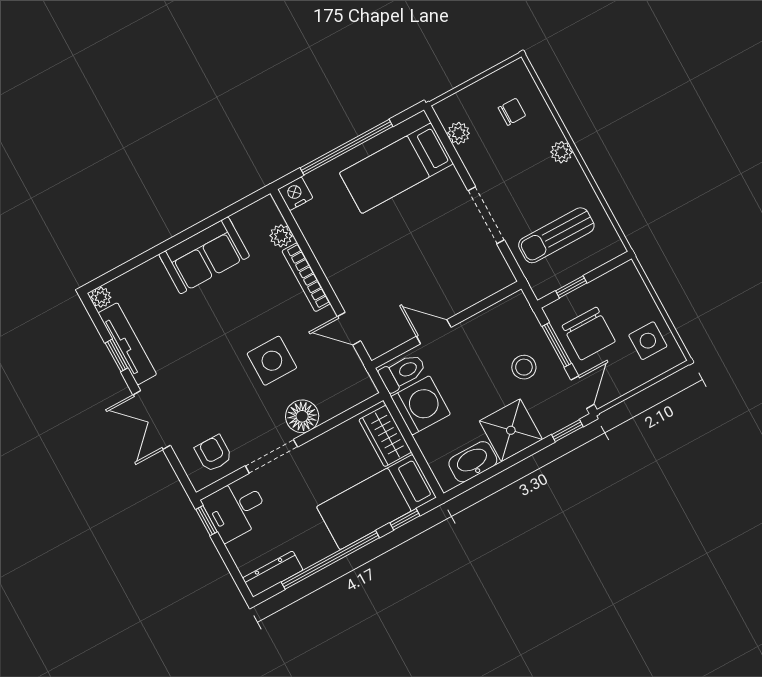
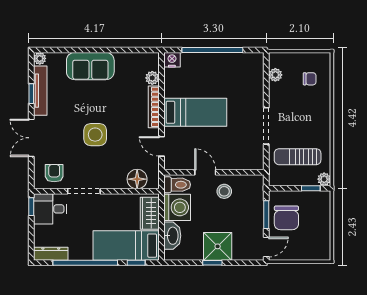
plant: (561, 152) -> (324, 179), moved
bed: (396, 168) -> (195, 112), moved, turned 180
sofa: (204, 255) -> (90, 66), moved
window: (571, 287) -> (311, 188), moved
side table: (648, 341) -> (316, 239), removed
side table: (272, 361) -> (95, 135), moved
stool: (524, 367) -> (224, 191), moved
floor lamp: (302, 416) -> (137, 179), moved
window: (567, 431) -> (212, 263), moved
washbasin: (473, 462) -> (172, 236), moved, turned 90

